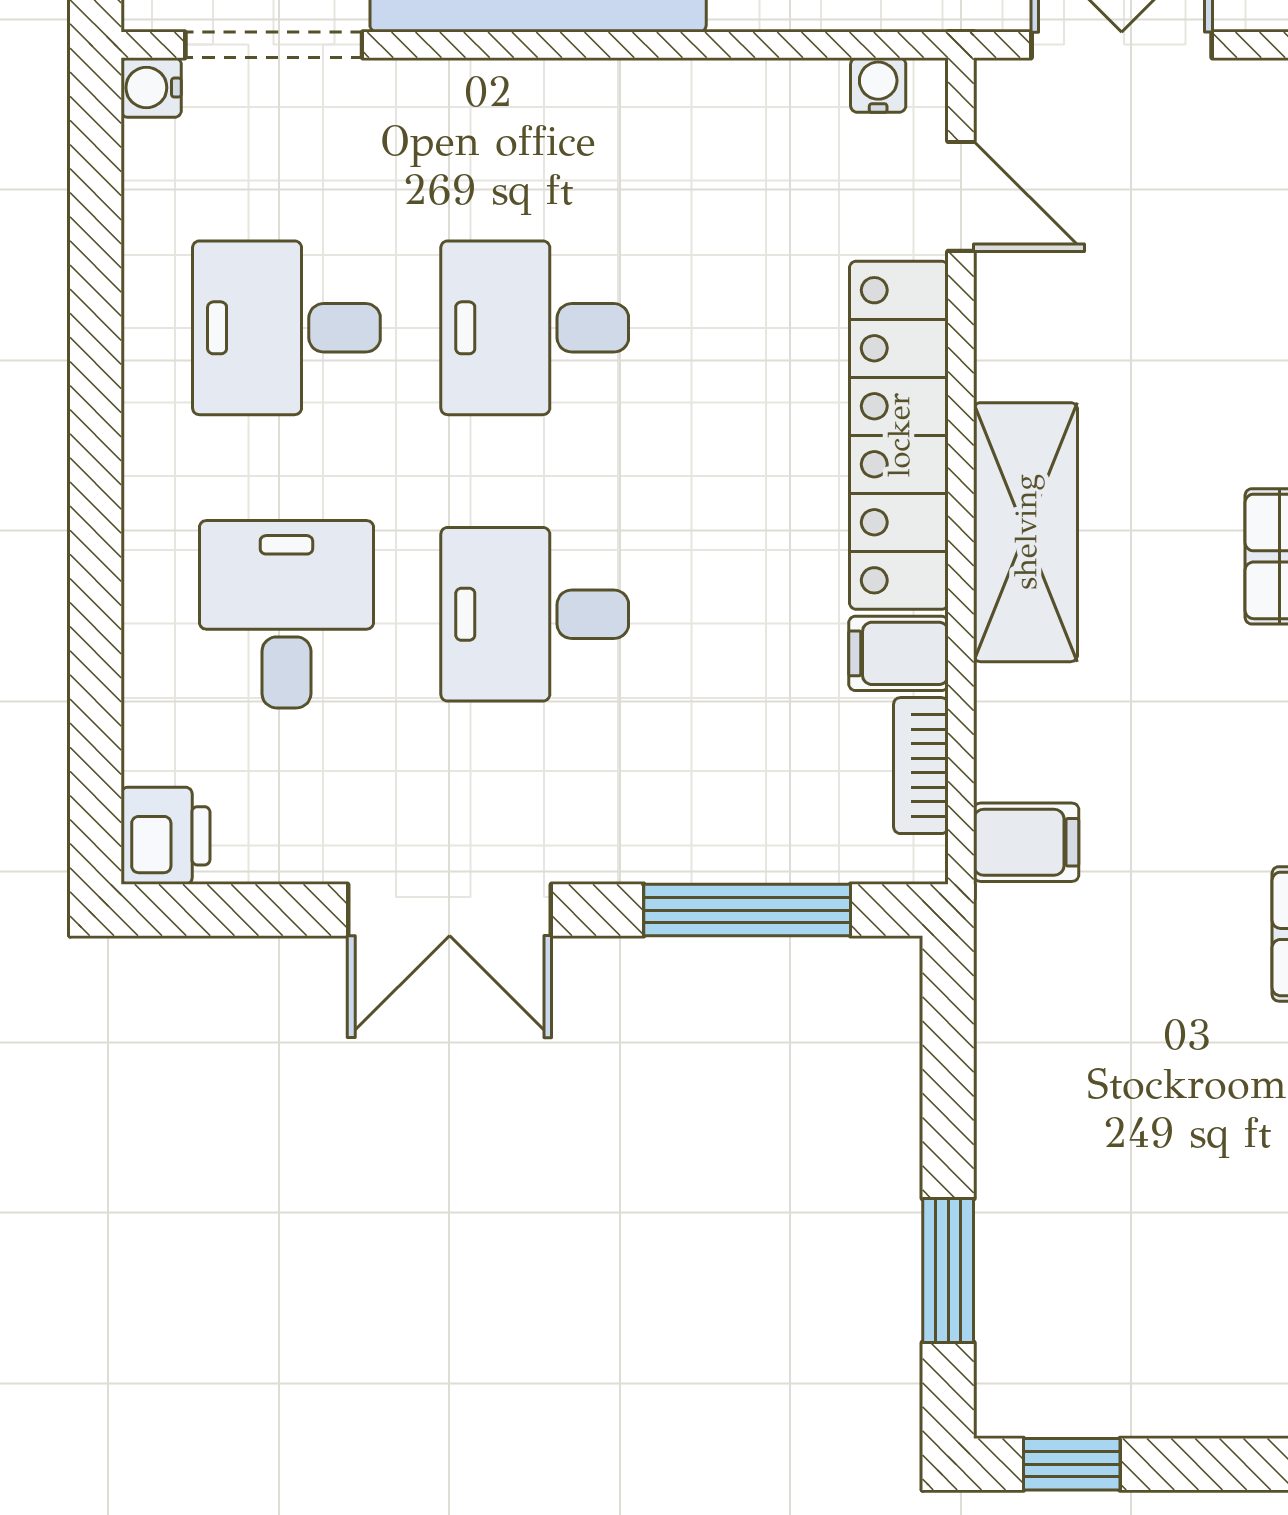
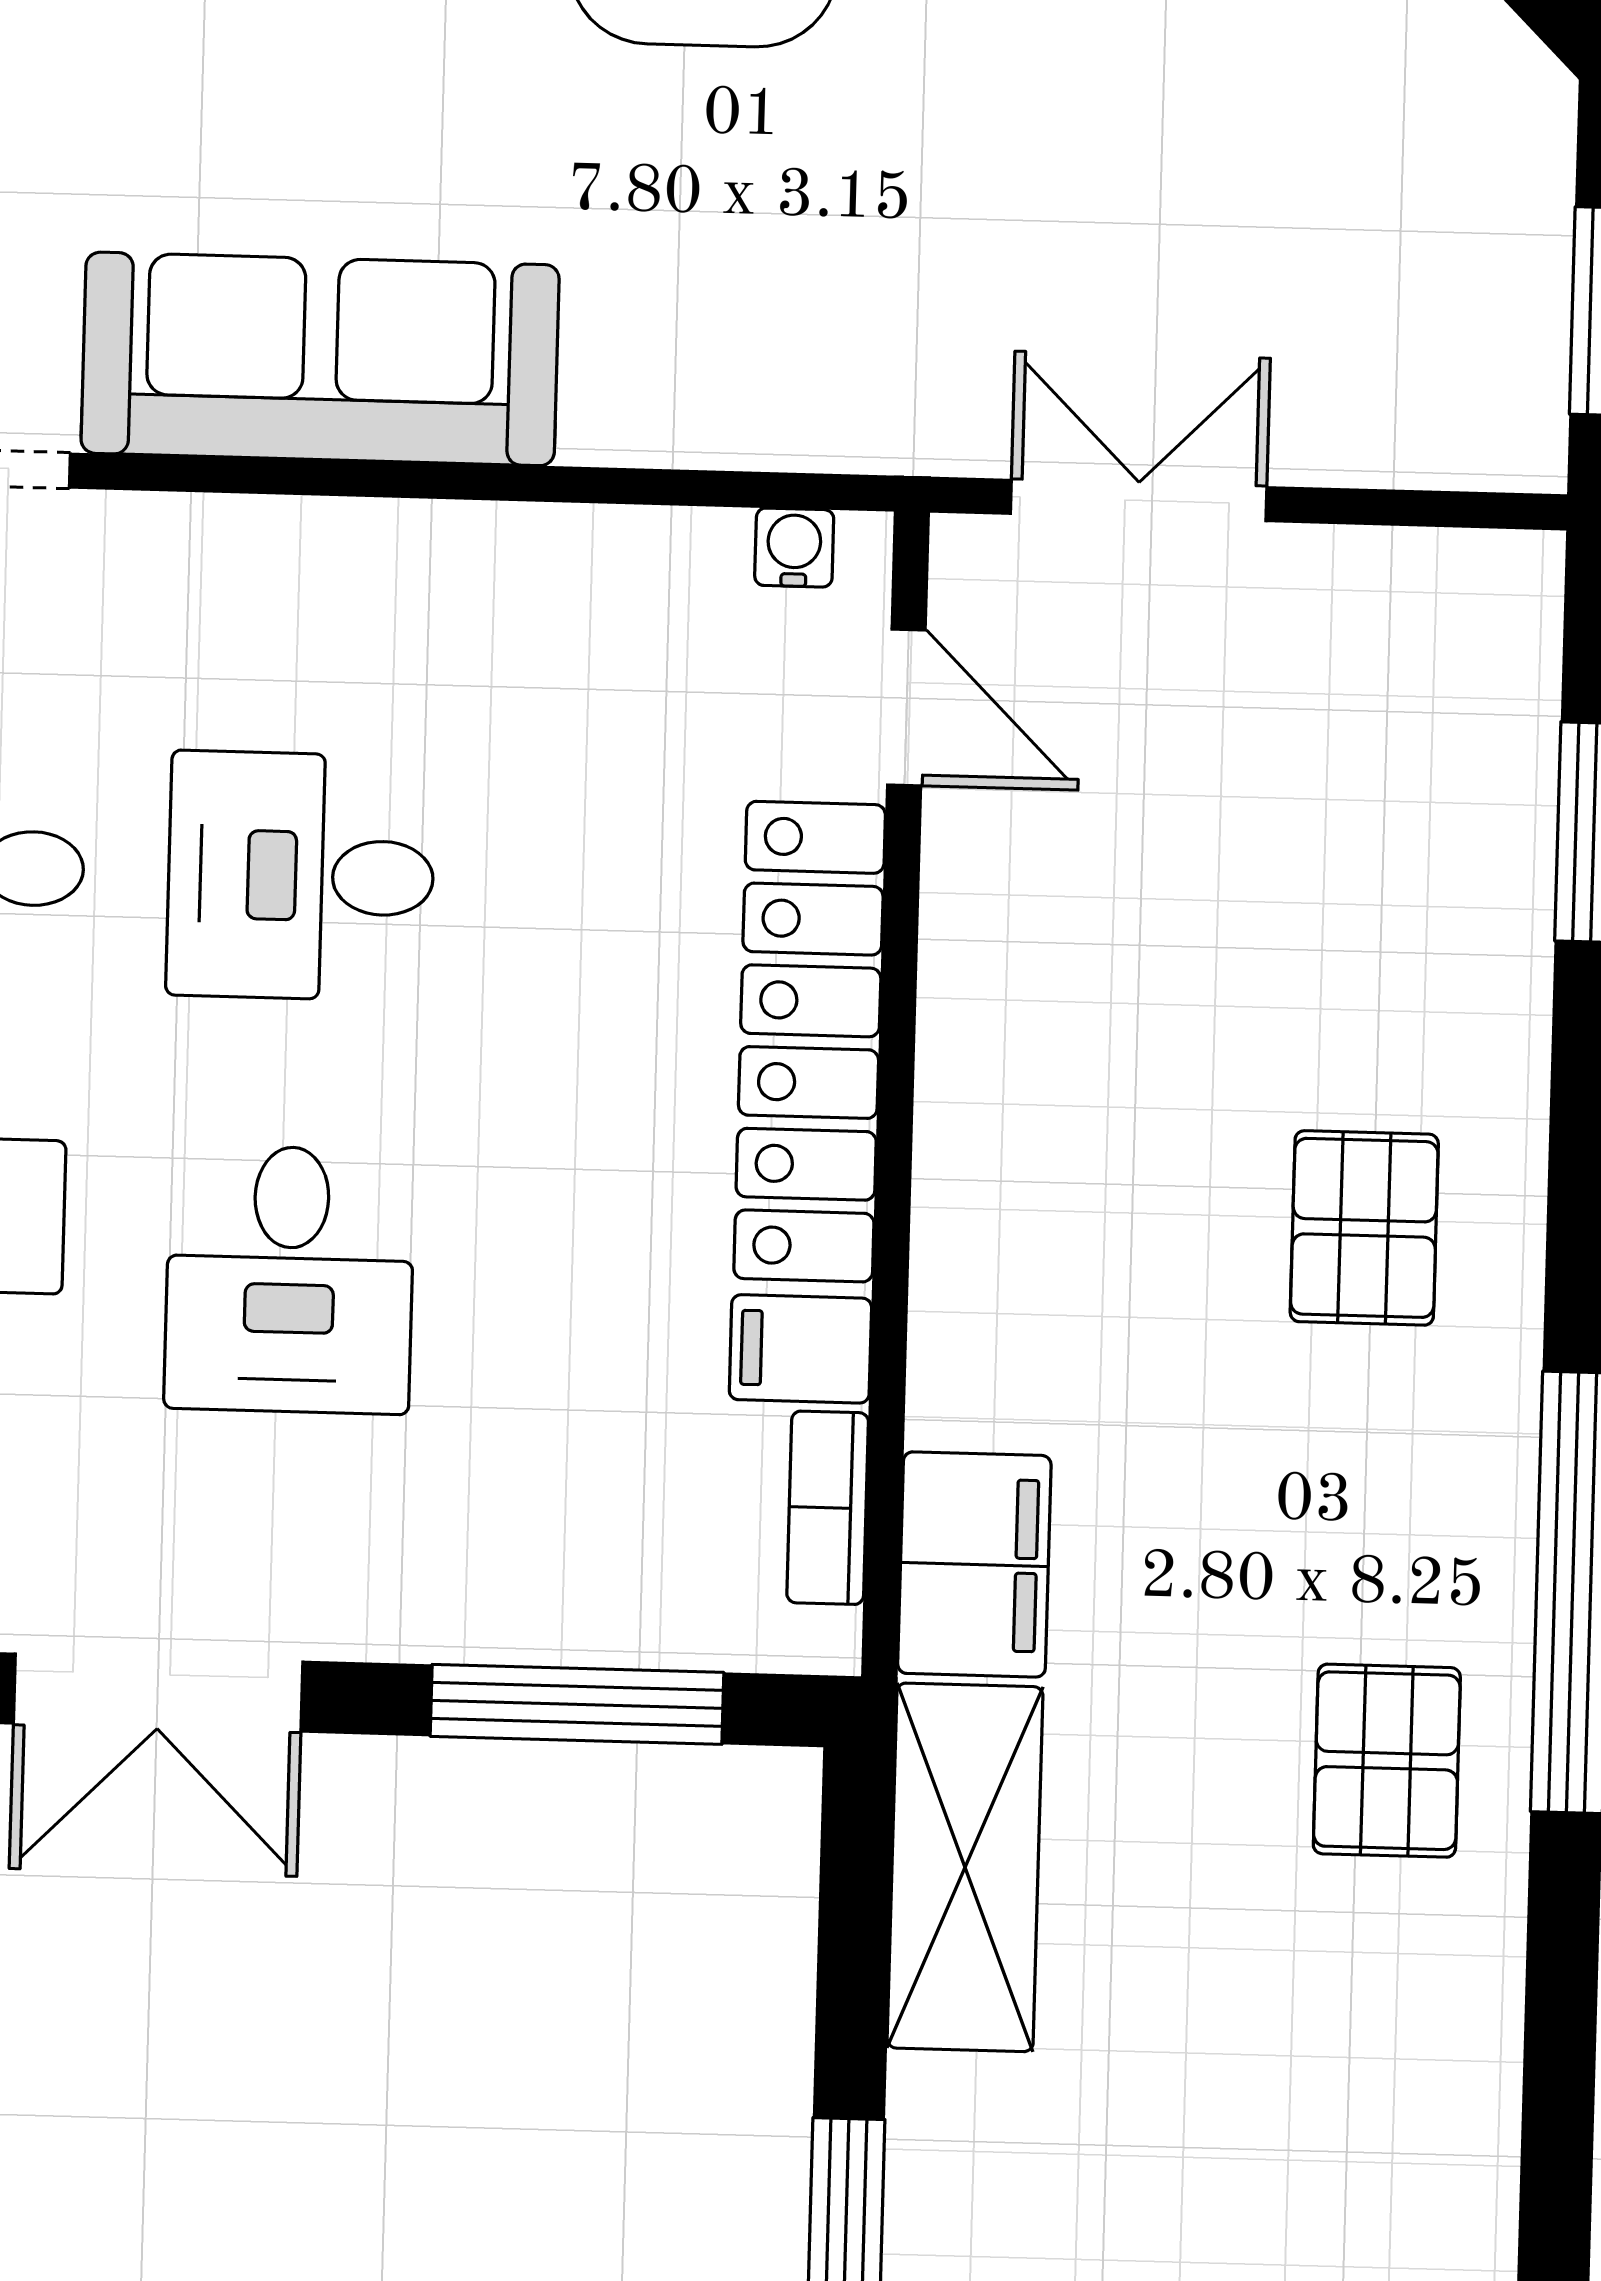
shelving: (1026, 532) -> (965, 1867), moved
desk: (535, 614) -> (290, 1279), turned -90
filing cabinet: (1026, 842) -> (974, 1564), width x2.00

